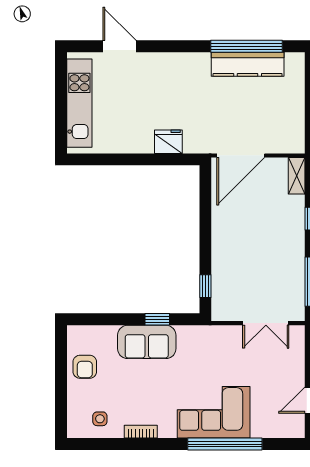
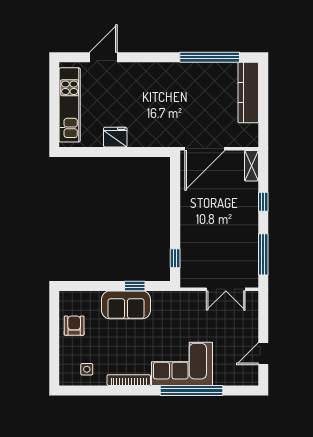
door: (120, 46) -> (103, 57), hinge flipped
kitchen counter: (248, 64) -> (248, 93), moved, turned 90
fridge: (168, 142) -> (115, 137), moved
armchair: (85, 367) -> (74, 326), turned 180
bookcase: (141, 432) -> (129, 380), width x1.56

